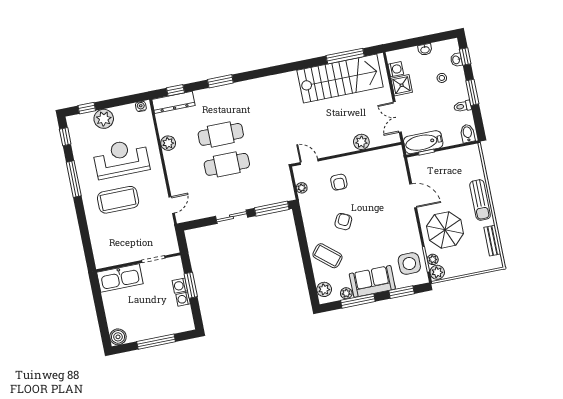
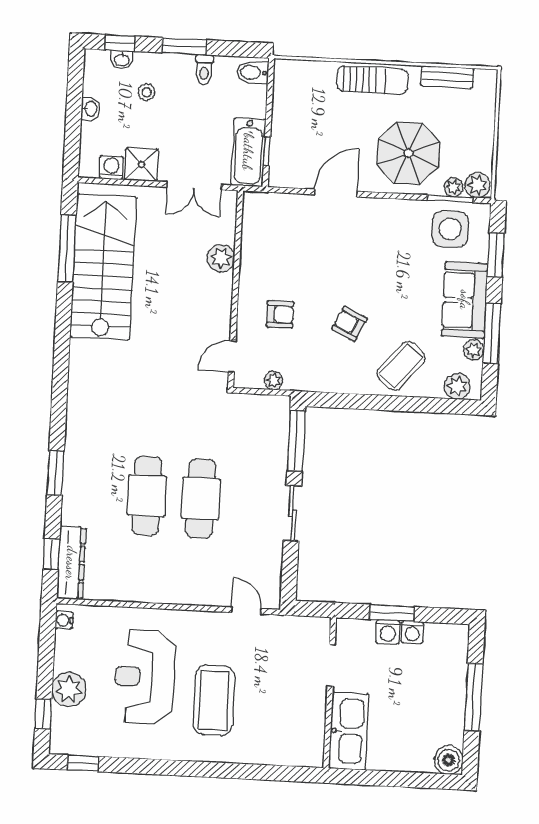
plant: (168, 143) -> (139, 590), removed
window: (74, 179) -> (159, 767), removed

